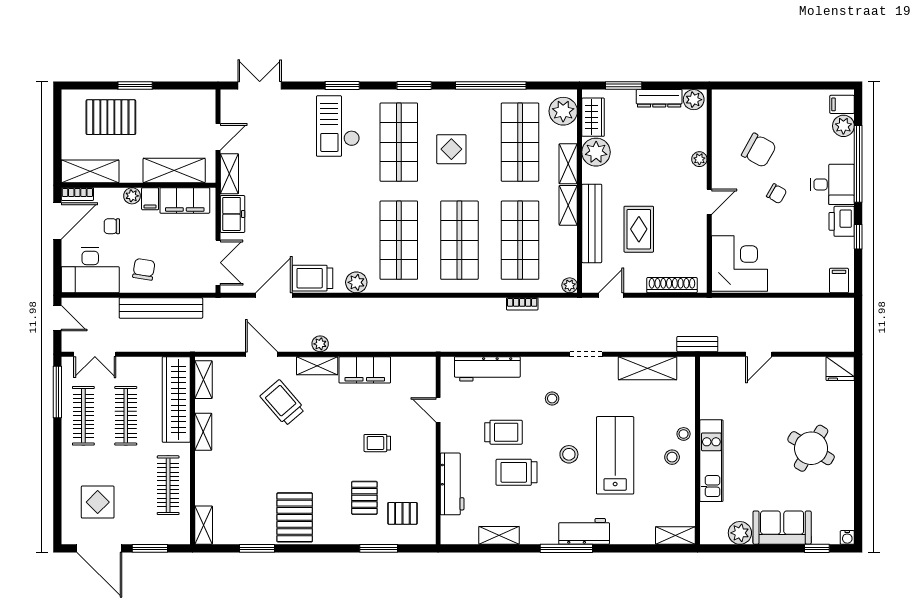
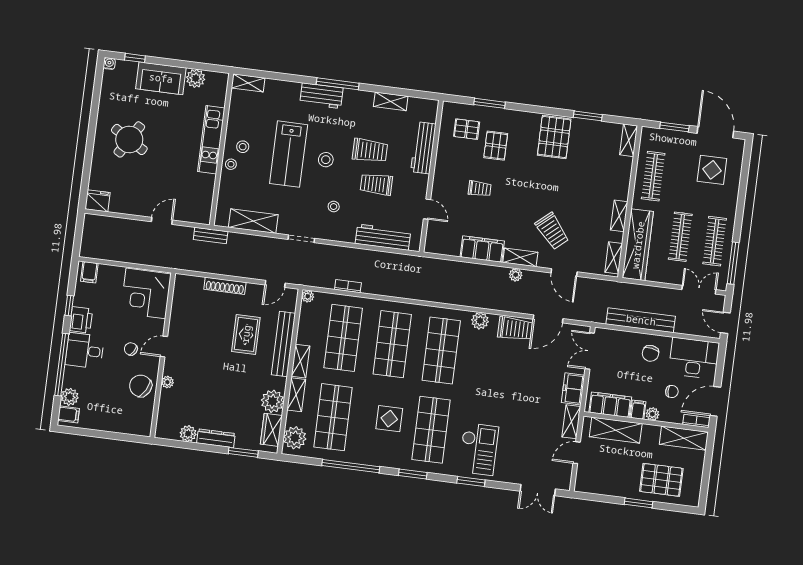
plant: (699, 159) -> (167, 382), moved
wall: (709, 191) -> (163, 355), moved
door: (709, 202) -> (164, 347), moved
corner desk: (739, 264) -> (146, 293), moved

